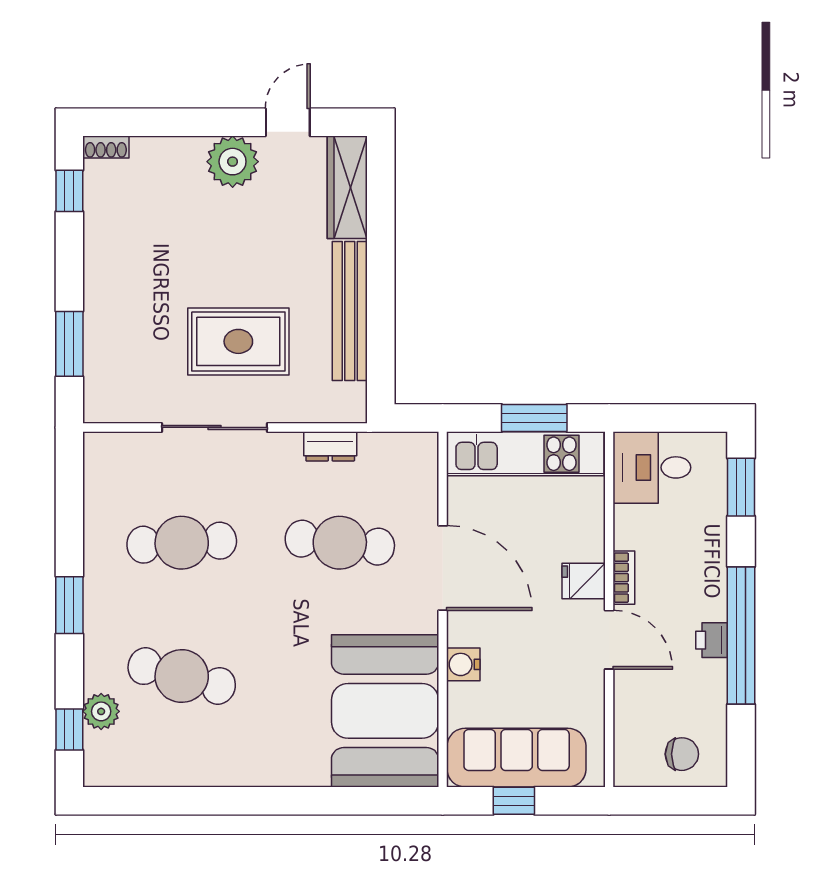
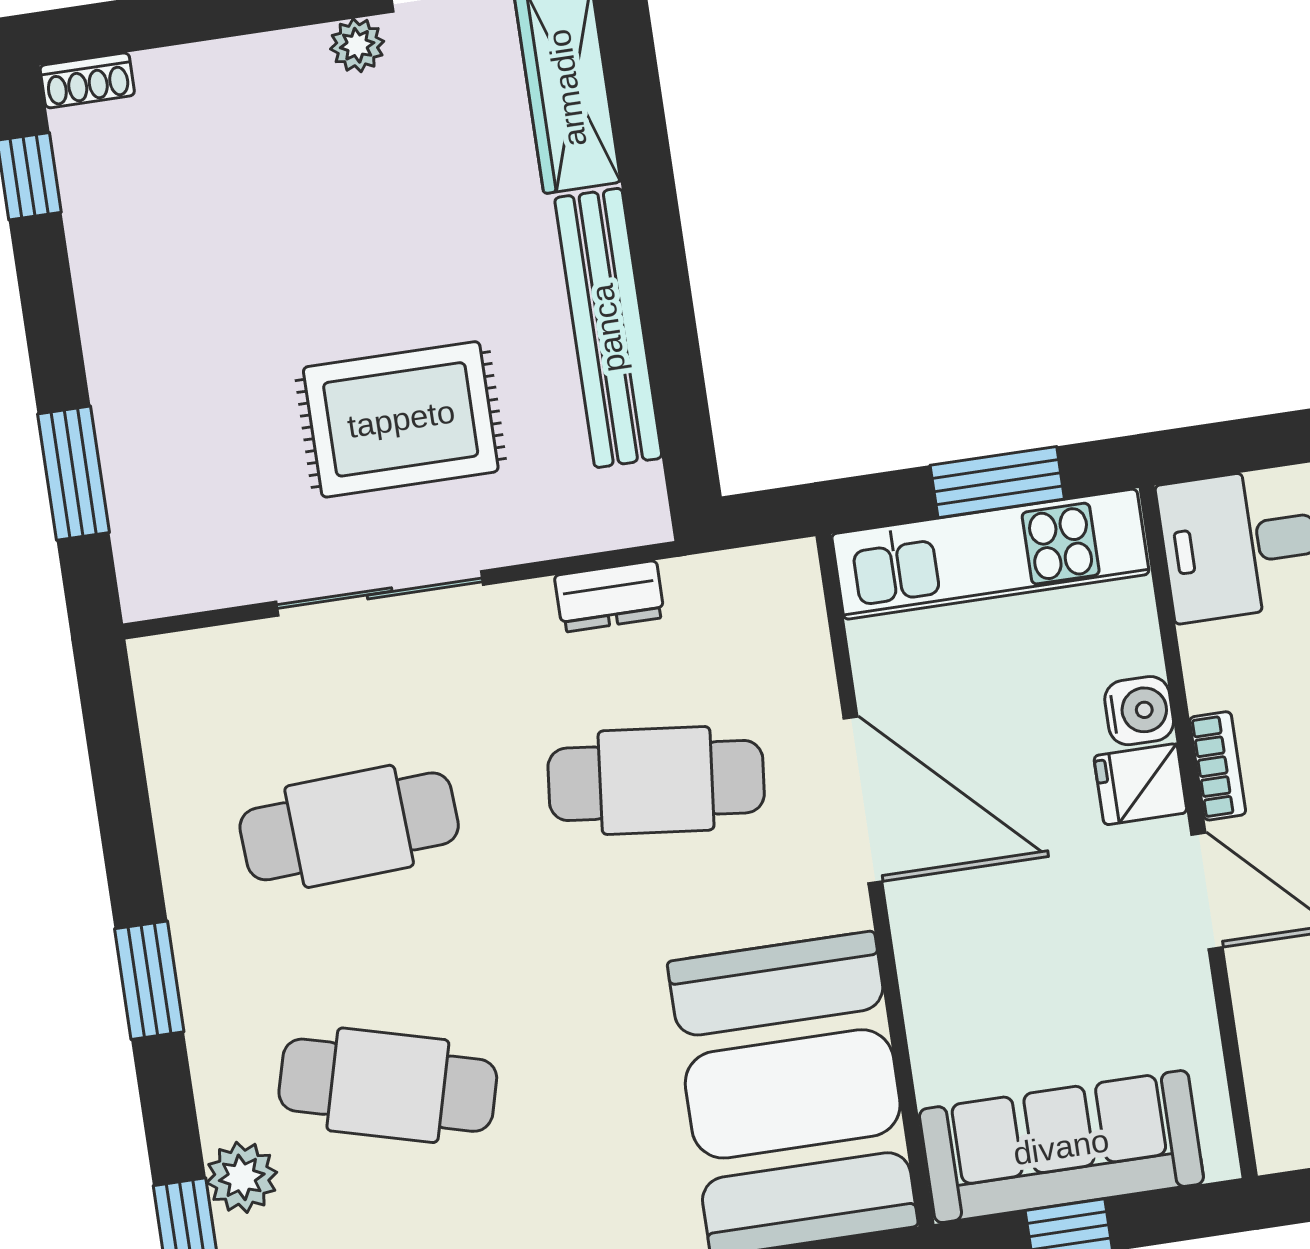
plant: (233, 162) -> (357, 45), width x0.53, depth x0.53
water cooler: (463, 664) -> (1139, 711), moved, turned 180

